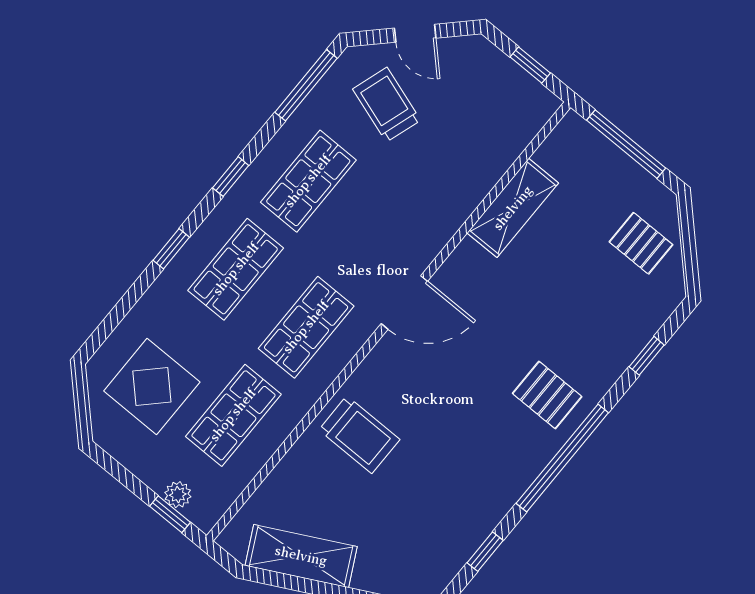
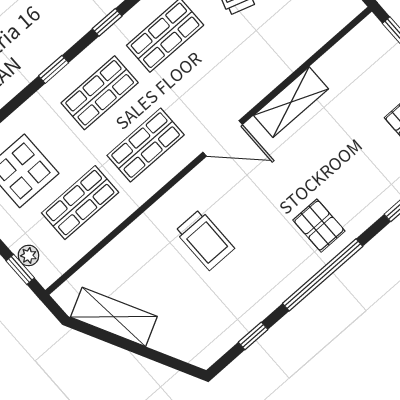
shelving: (513, 208) -> (291, 102), moved
trolley: (359, 435) -> (205, 240), moved

